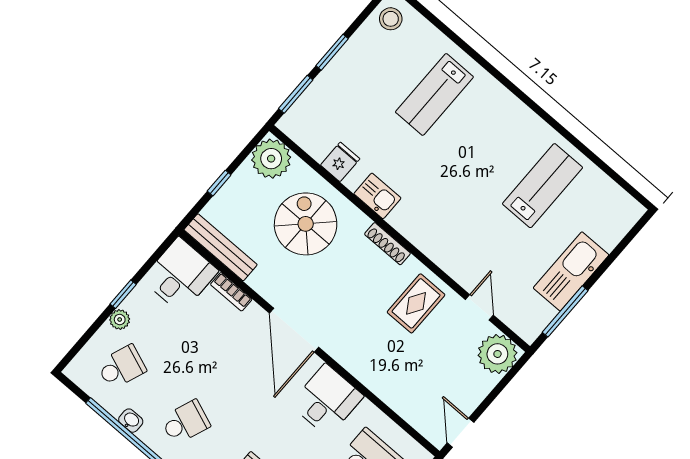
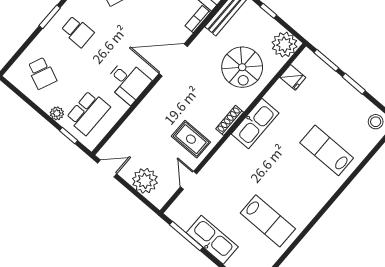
fridge: (340, 162) -> (293, 77), moved
kitchen sink: (377, 196) -> (255, 124), width x1.88, depth x1.24
spiral stairs: (306, 224) -> (242, 67), turned 90
door: (479, 307) -> (189, 180), swing flipped
plant: (497, 354) -> (145, 181), moved

